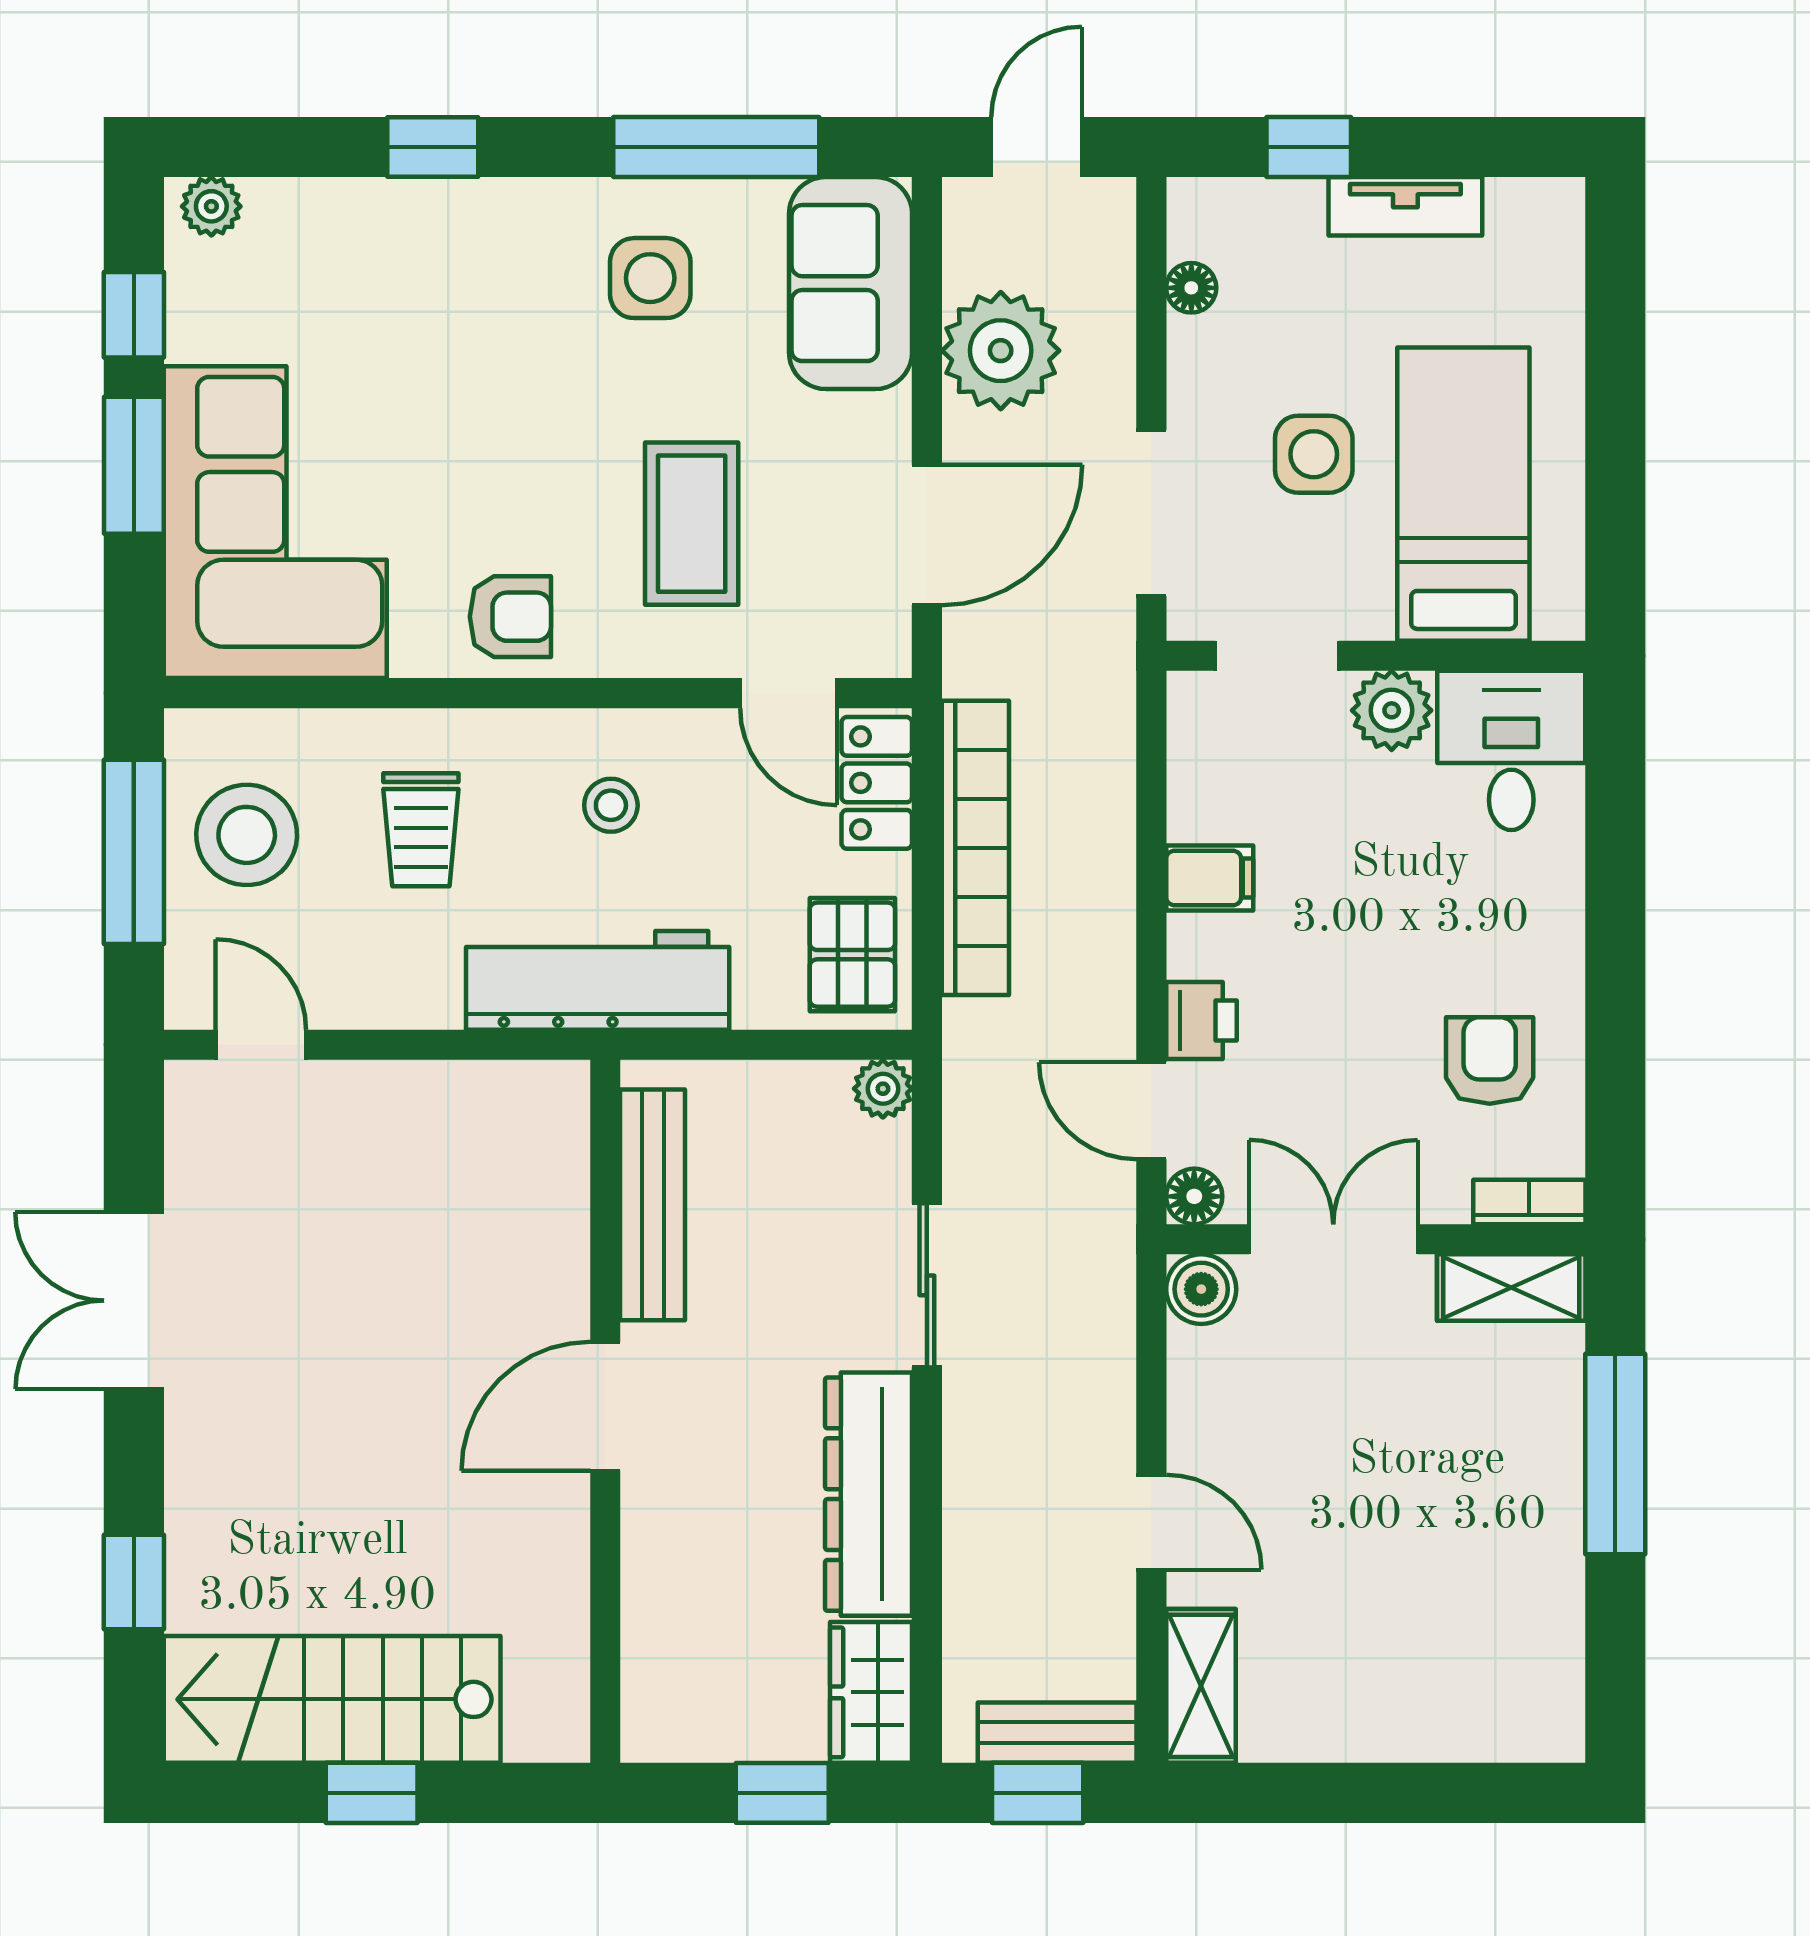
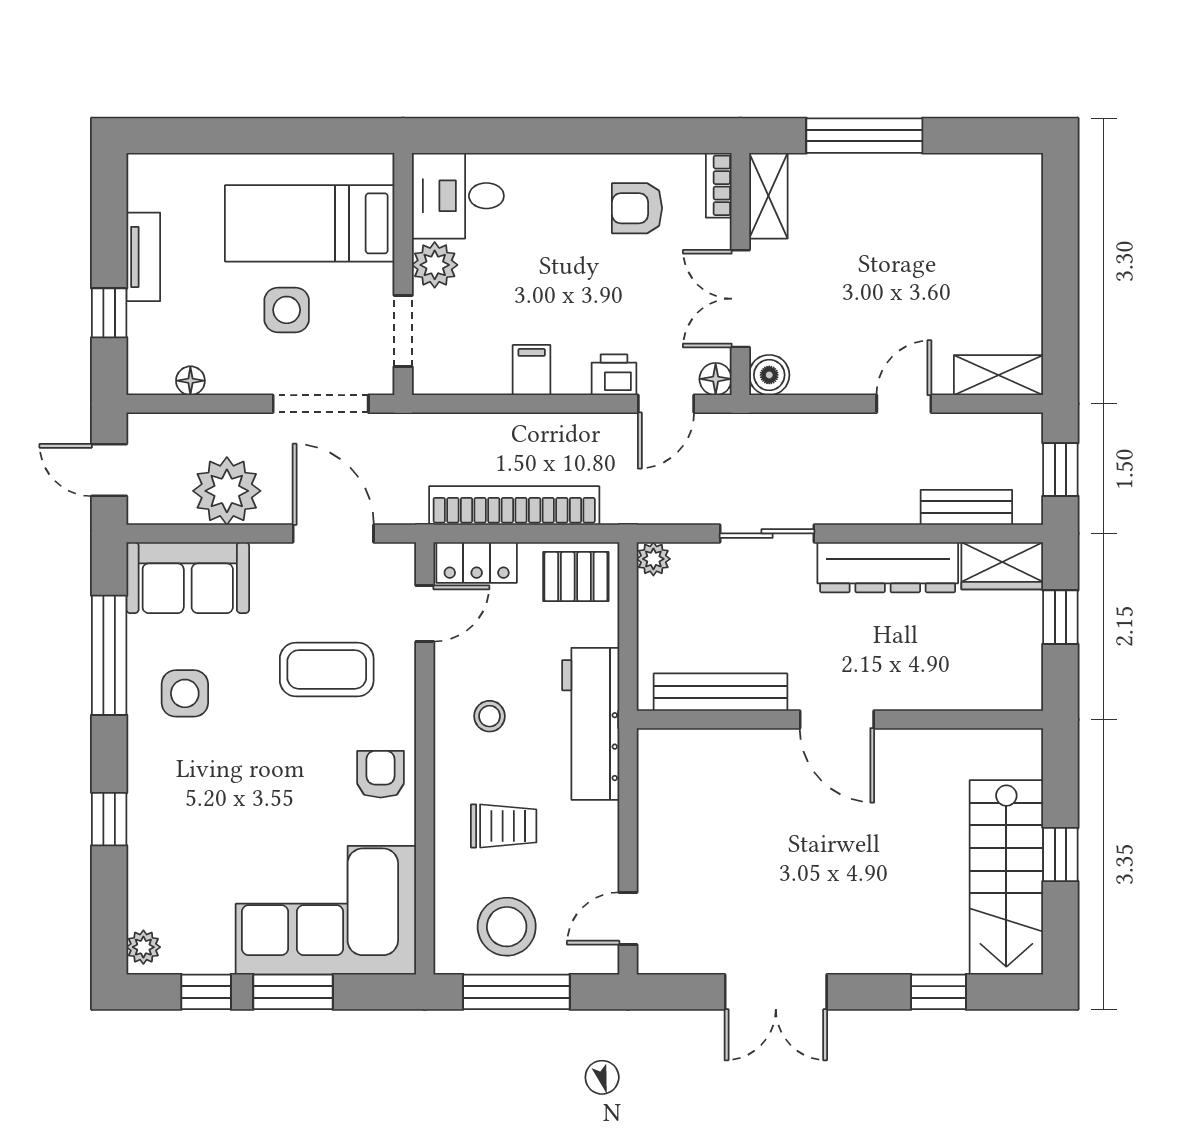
bench: (1057, 1733) -> (966, 507), moved, turned 90

